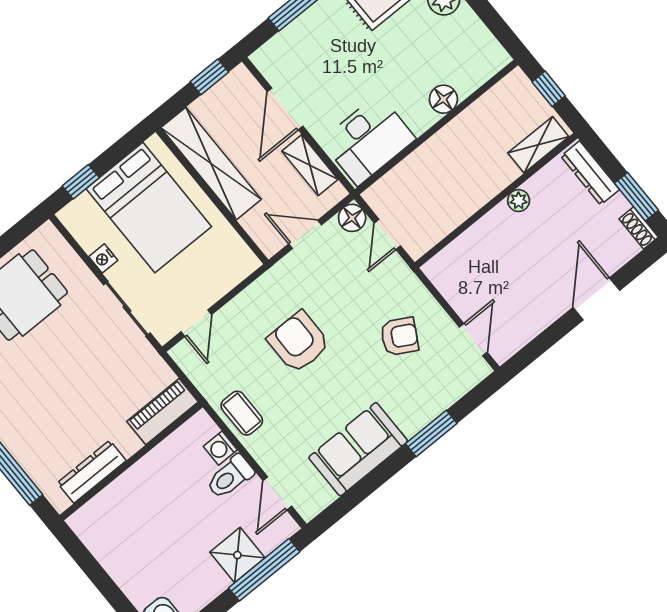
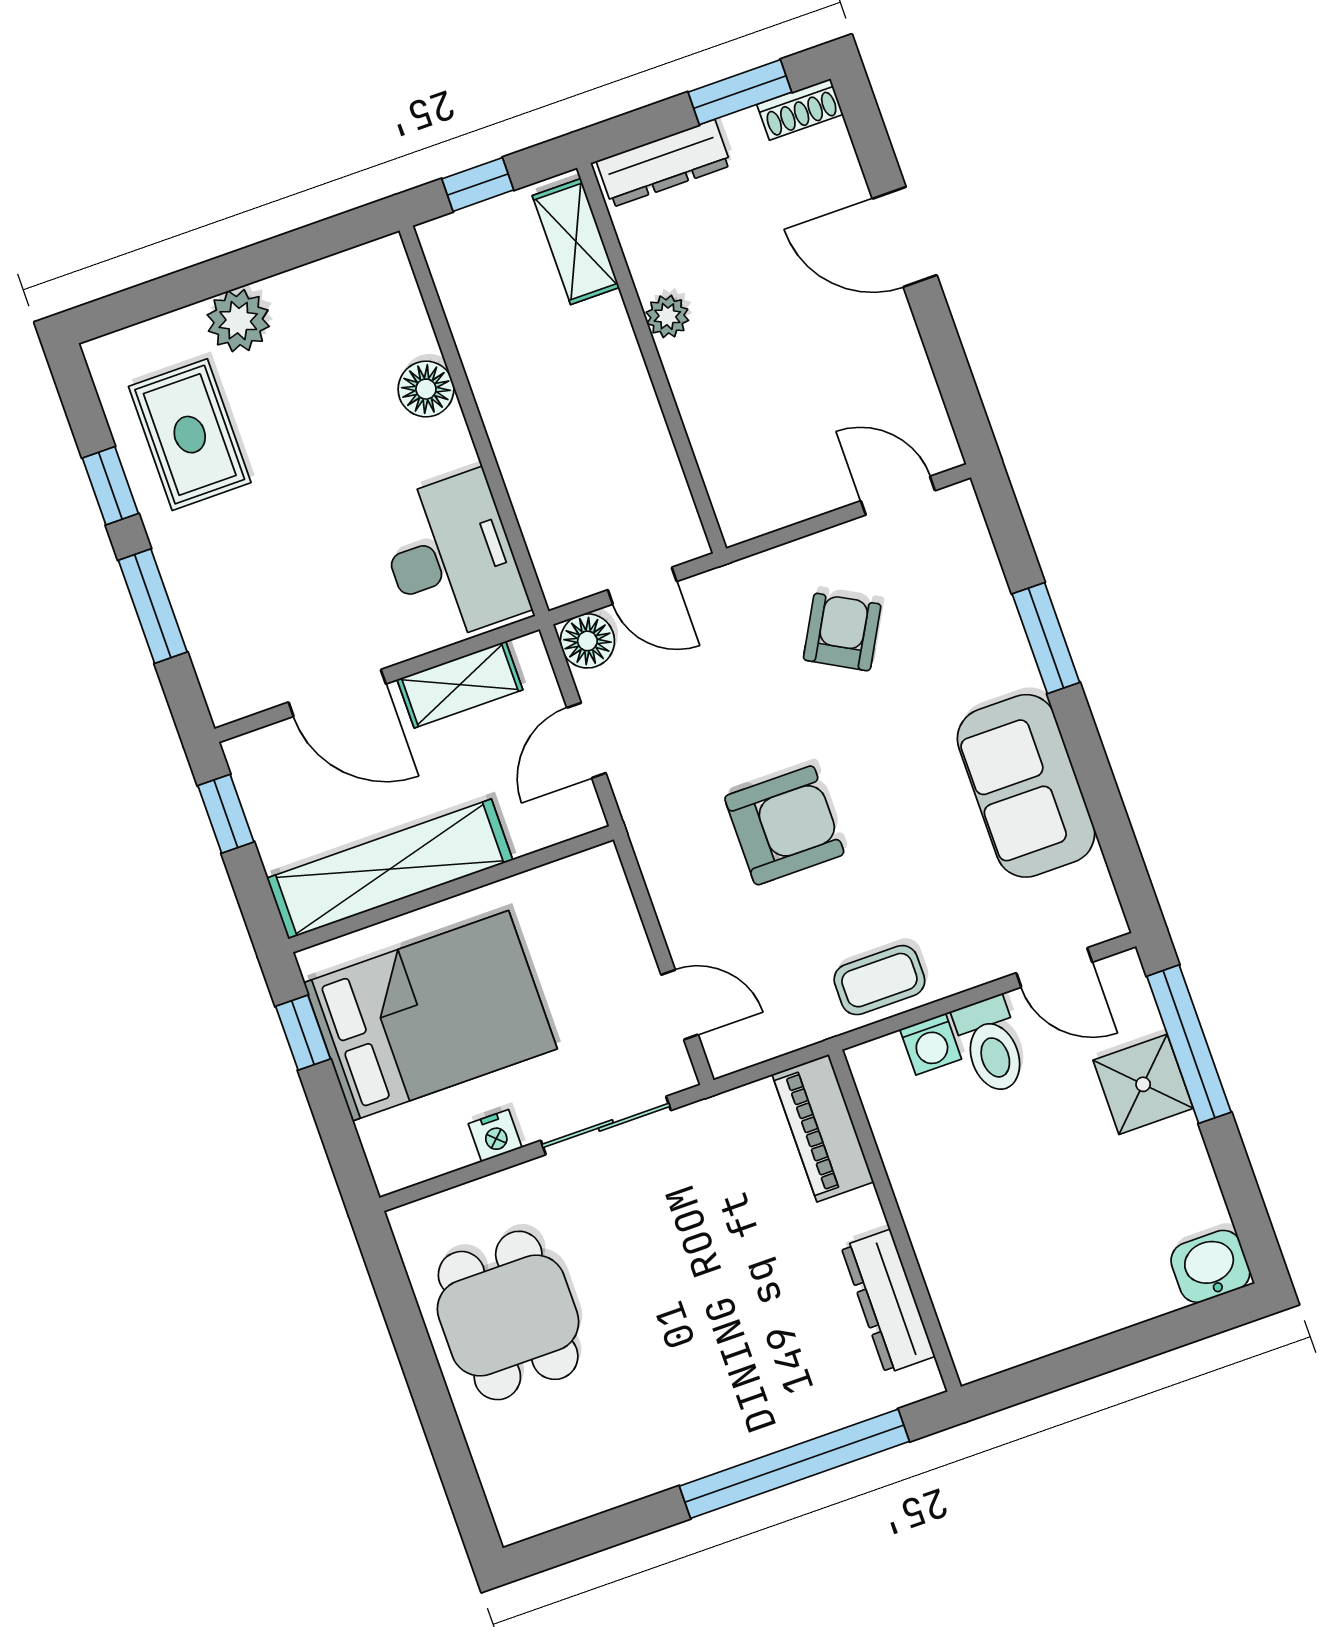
window: (81, 182) -> (303, 1033), moved
armchair: (299, 342) -> (784, 825), turned 180

